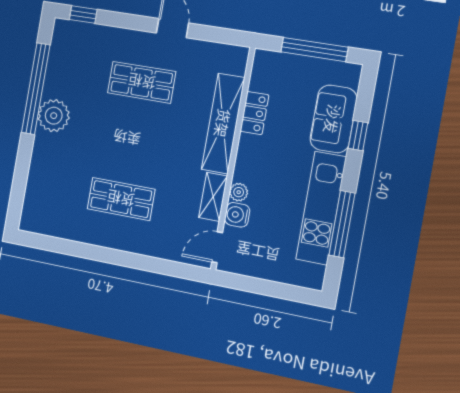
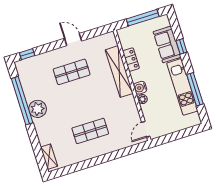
shelving: (213, 197) -> (49, 157), moved
water cooler: (237, 215) -> (140, 88), moved

